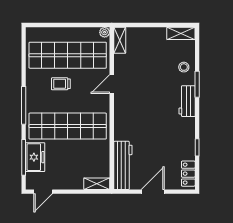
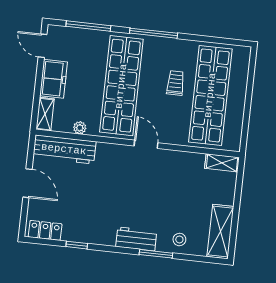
plant: (105, 32) -> (80, 128), moved
shelving: (181, 33) -> (220, 232), width x1.50, depth x1.33
door: (112, 84) -> (146, 144), moved
freezer: (35, 157) -> (54, 79), moved, turned -90

